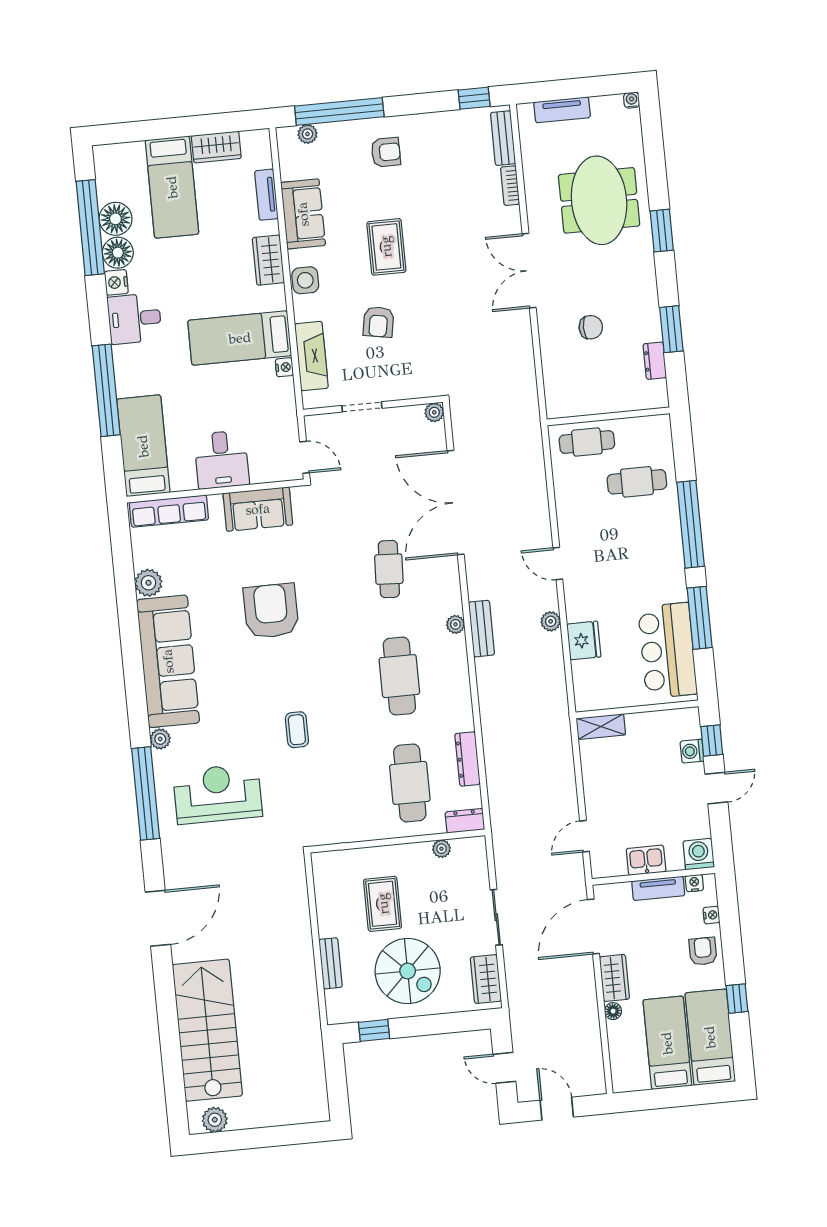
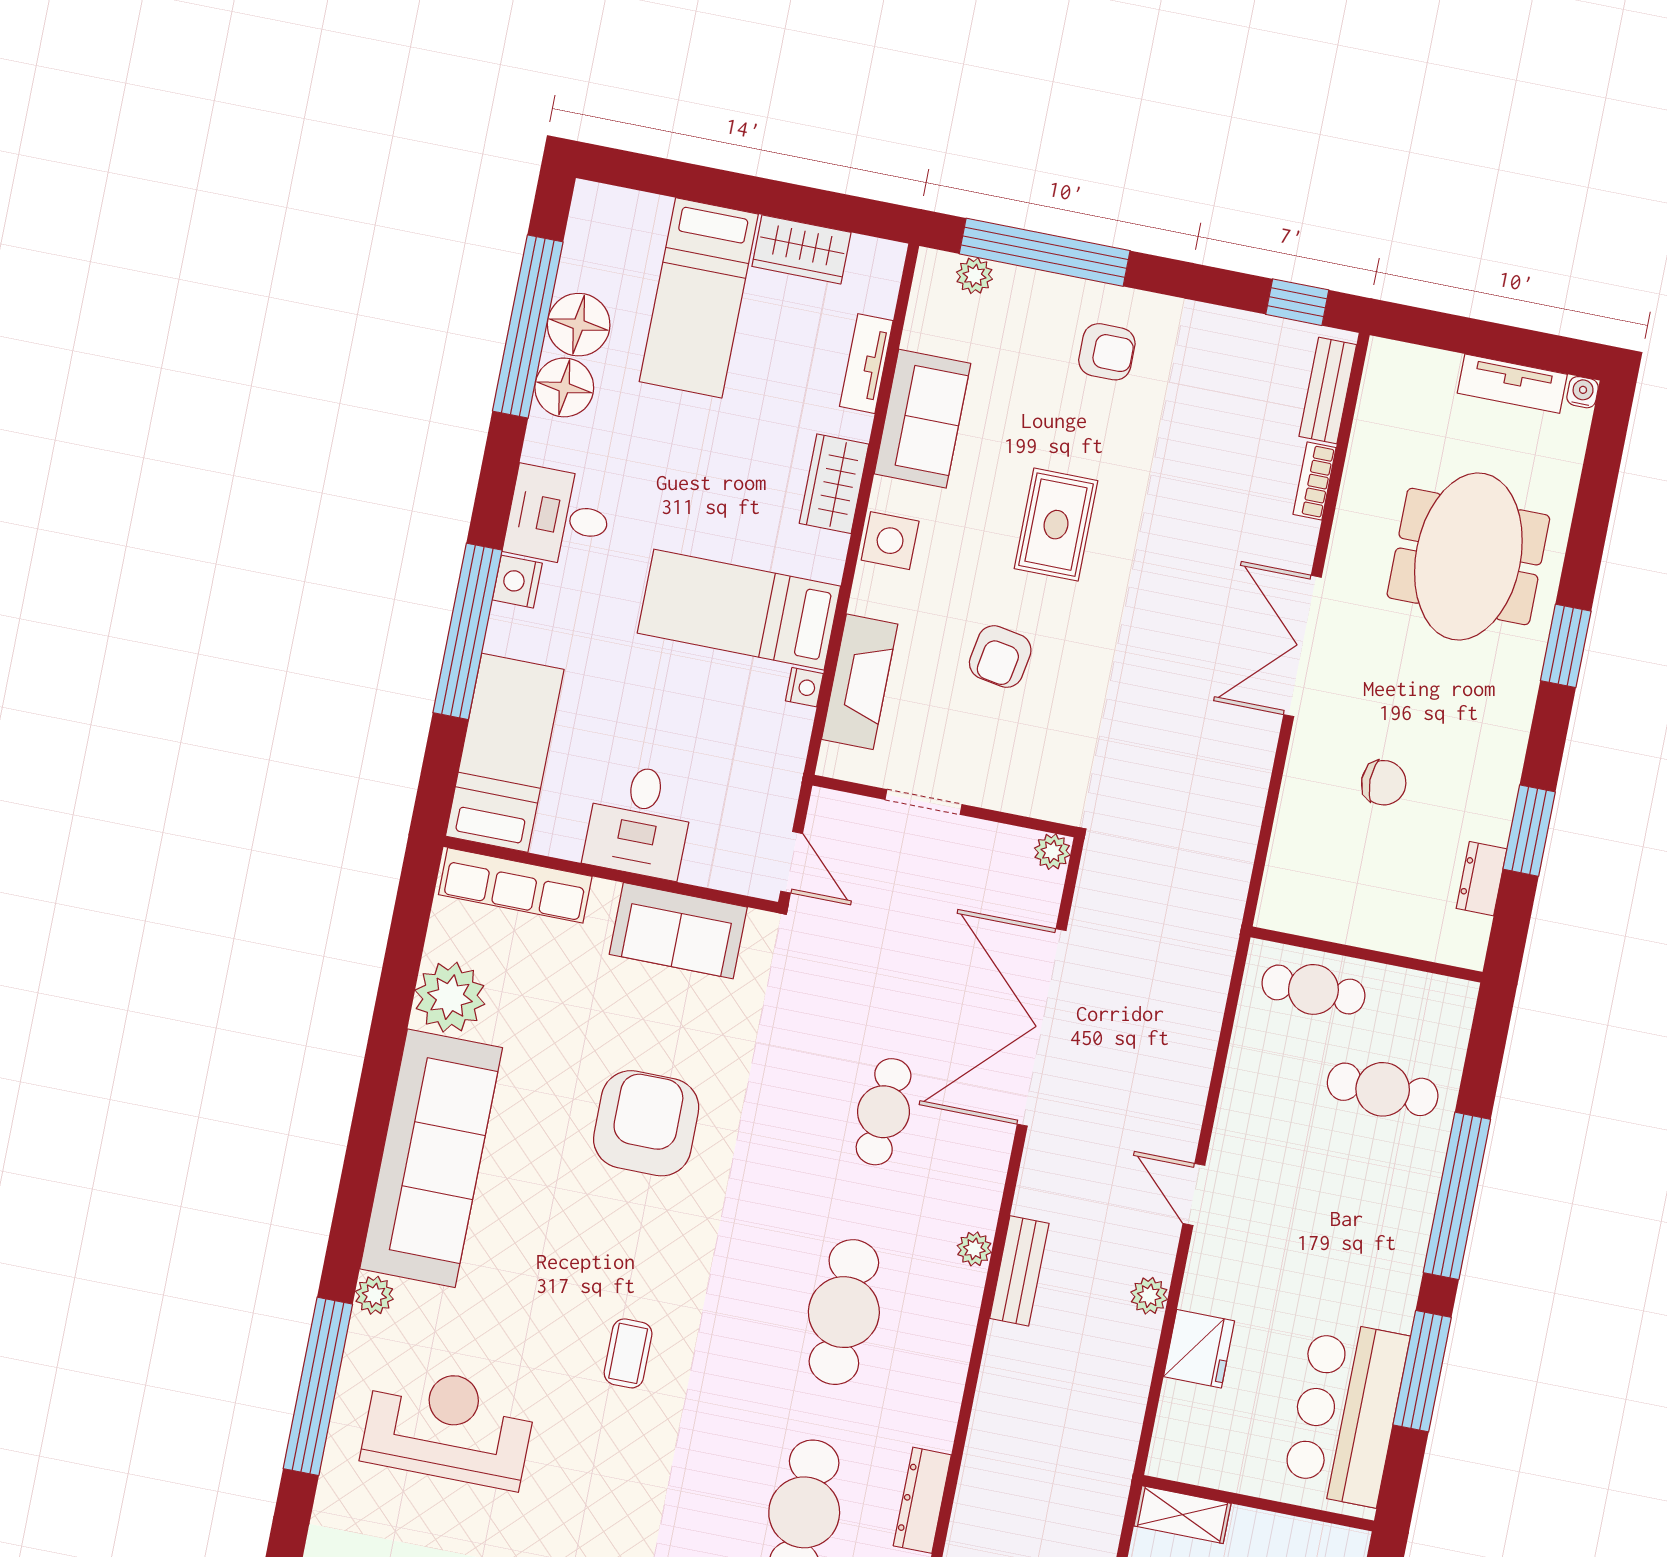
tv unit: (562, 110) -> (1512, 384), moved
nightstand: (116, 282) -> (517, 582), moved
plant: (148, 583) -> (450, 997), width x1.36, depth x1.36

